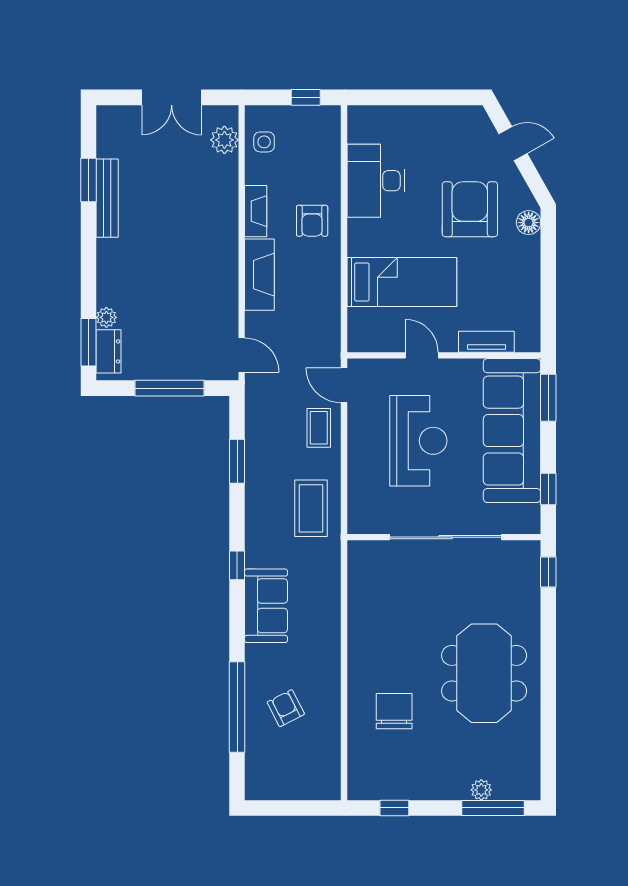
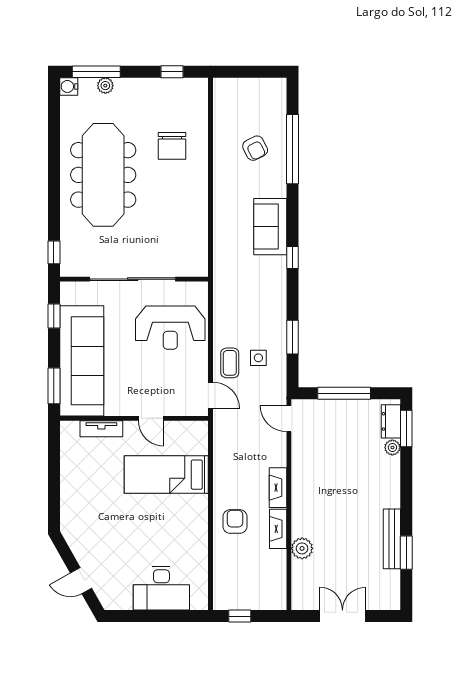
plant: (224, 140) -> (302, 548), moved
side table: (264, 142) -> (258, 358), moved
desk: (376, 181) -> (161, 588), moved, turned 90
armchair: (470, 209) -> (114, 530), removed
floor lamp: (529, 223) -> (69, 520), removed
fireplace: (259, 275) -> (278, 488), width x0.73, depth x0.76
reception desk: (418, 441) -> (170, 328), moved, turned -90
coffee table: (311, 508) -> (236, 301), removed
meeting table: (484, 673) -> (103, 175), width x1.36
water cooler: (529, 789) -> (69, 86), added

